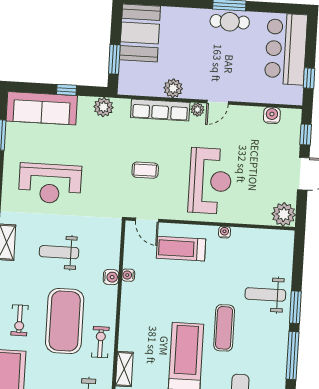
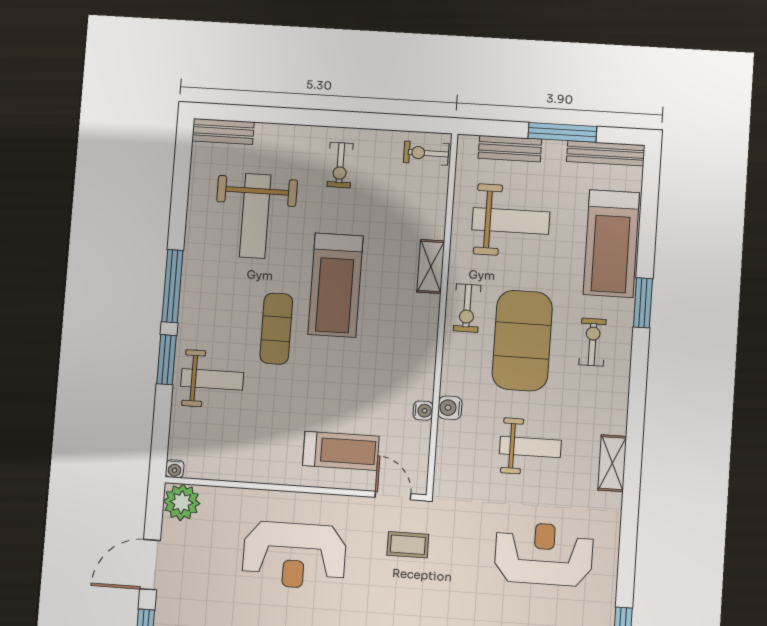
coffee table: (145, 170) -> (408, 545), moved
reception desk: (210, 181) -> (294, 555), turned -90
water cooler: (224, 232) -> (175, 469), moved

